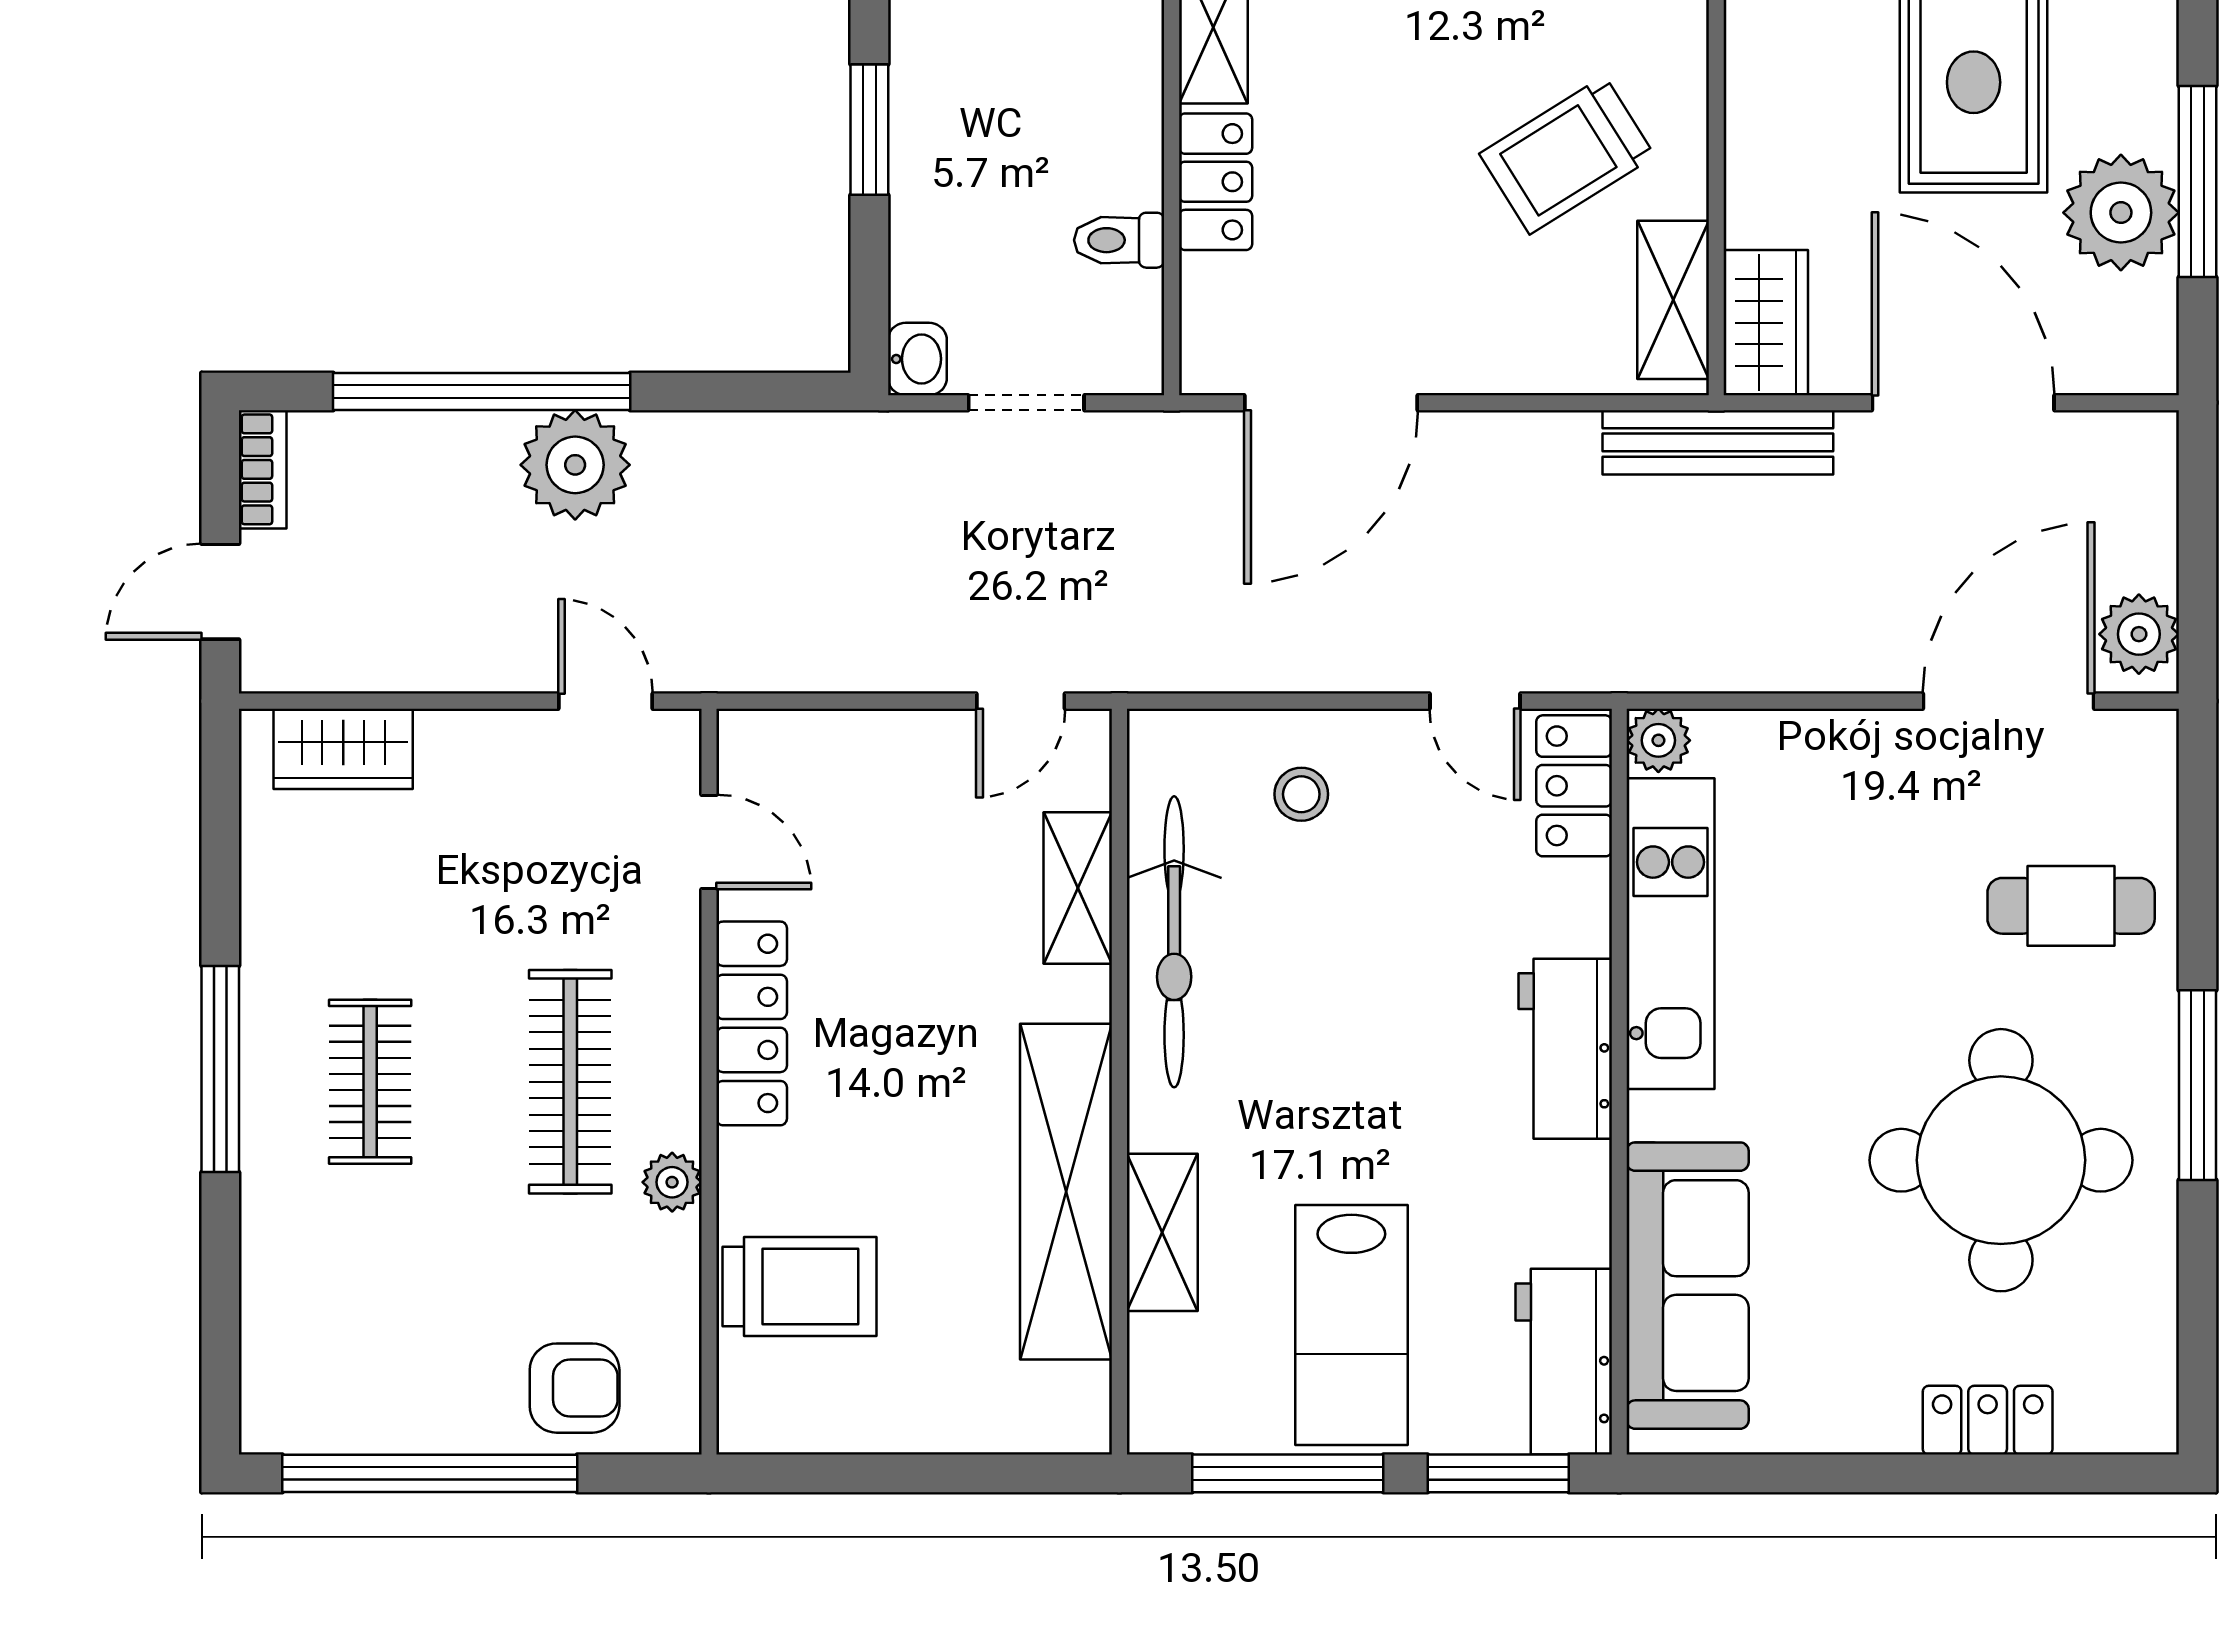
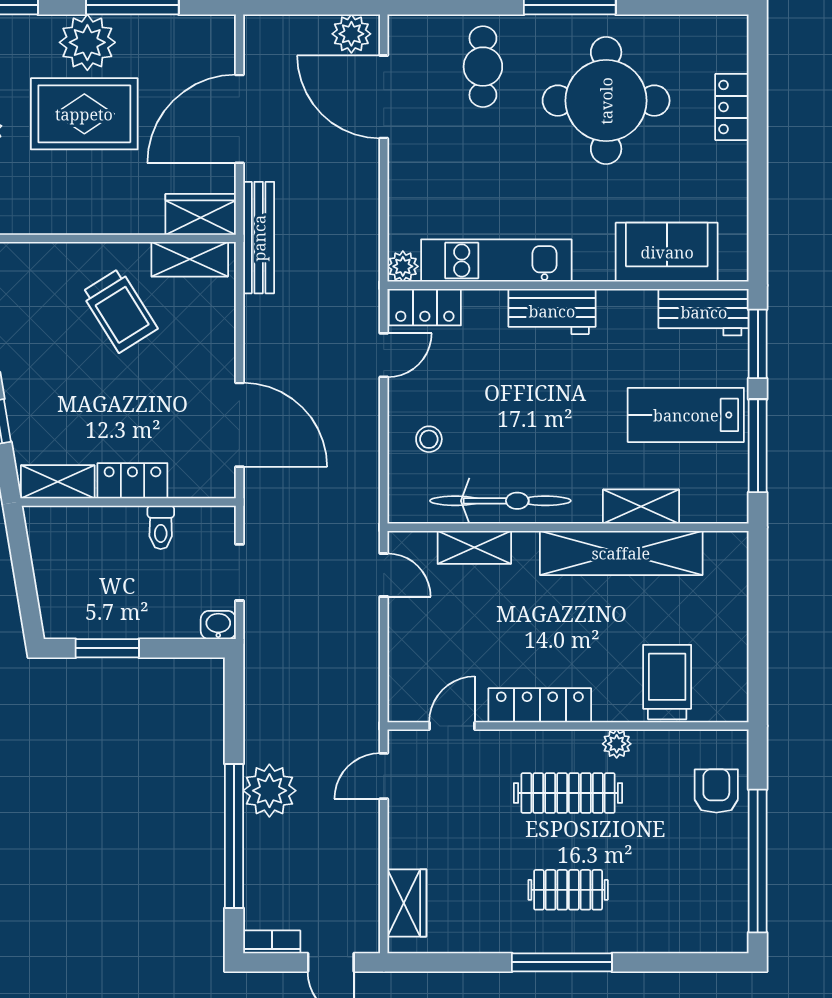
plant: (2121, 213) -> (87, 42), moved
sofa: (1688, 1286) -> (667, 252), width x0.73
lab bench: (1351, 1325) -> (686, 415), turned 180

